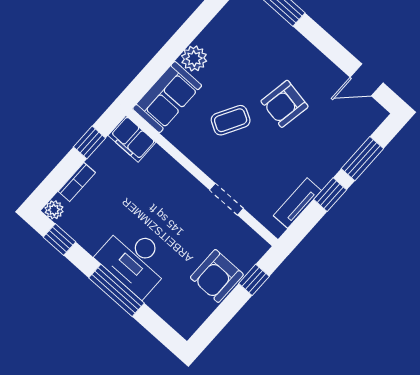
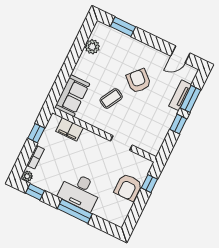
plant: (194, 59) -> (92, 47), moved
armchair: (285, 104) -> (139, 81), turned 123
filing cabinet: (132, 139) -> (70, 129), moved
tv unit: (297, 203) -> (180, 95), moved

